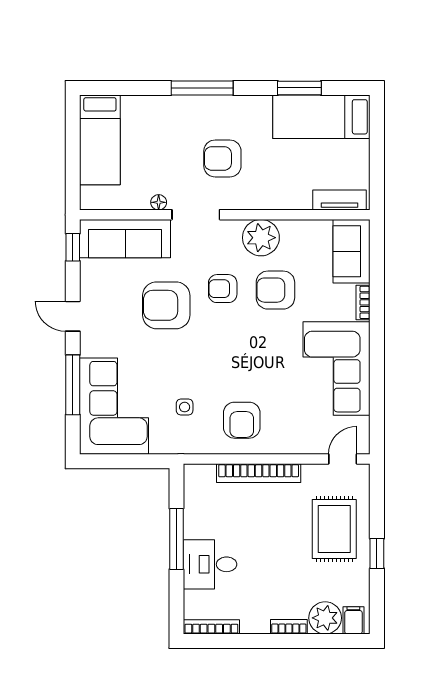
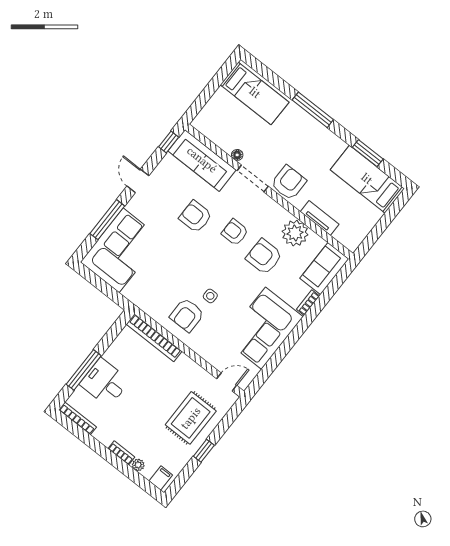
bed: (100, 140) -> (255, 93), moved, turned -90
armchair: (222, 158) -> (289, 183), moved, turned 90
tv unit: (340, 200) -> (320, 218), moved
plant: (261, 238) -> (295, 233), moved
armchair: (166, 305) -> (196, 217), width x0.73, depth x0.73
side table: (185, 407) -> (210, 296), moved
bookcase: (259, 473) -> (154, 338), moved
window: (176, 539) -> (84, 370), moved
plant: (325, 618) -> (138, 465), width x0.53, depth x0.53

